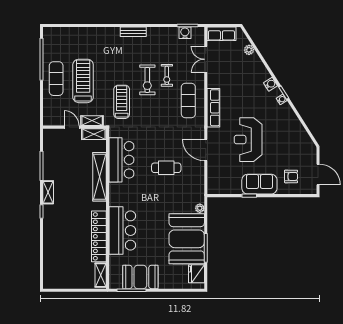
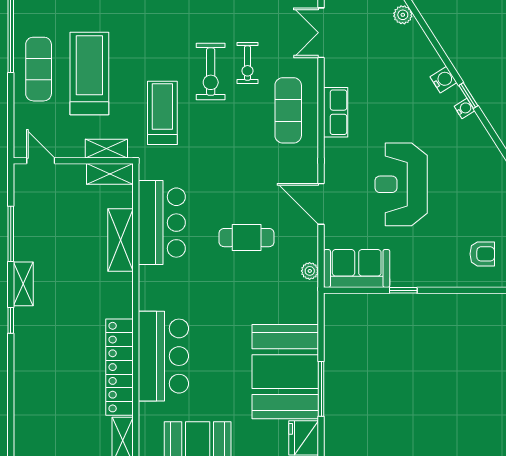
row of seats: (213, 108) -> (336, 112), width x0.68
door: (72, 127) -> (41, 161), moved
shelving: (100, 177) -> (121, 240), width x0.68
sofa: (259, 184) -> (357, 268), moved
plant: (200, 208) -> (310, 271), moved

